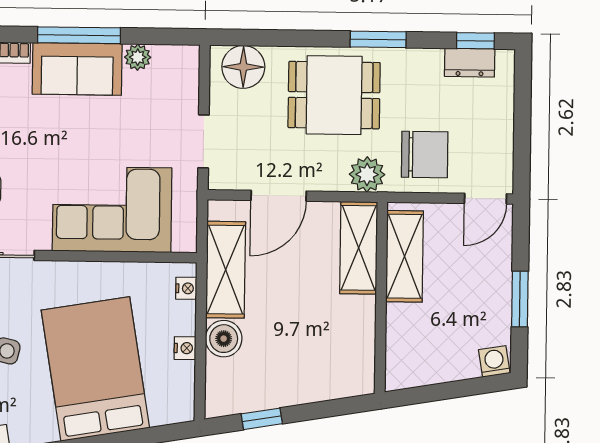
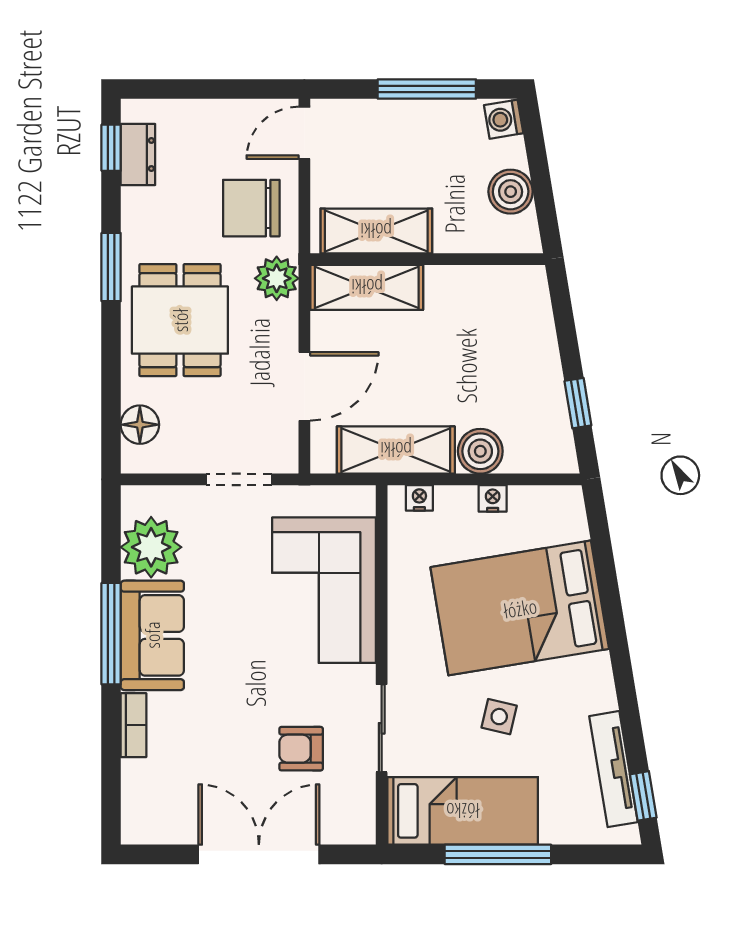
plant: (138, 57) -> (151, 547), width x1.88, depth x1.88
floor lamp: (243, 67) -> (140, 425), width x0.73, depth x0.73
chair: (425, 155) -> (251, 208), turned -90
door: (279, 196) -> (304, 386), hinge flipped
door: (485, 199) -> (304, 133), swing flipped
window: (520, 299) -> (427, 89), width x1.44
boiler: (435, 366) -> (511, 192), added

